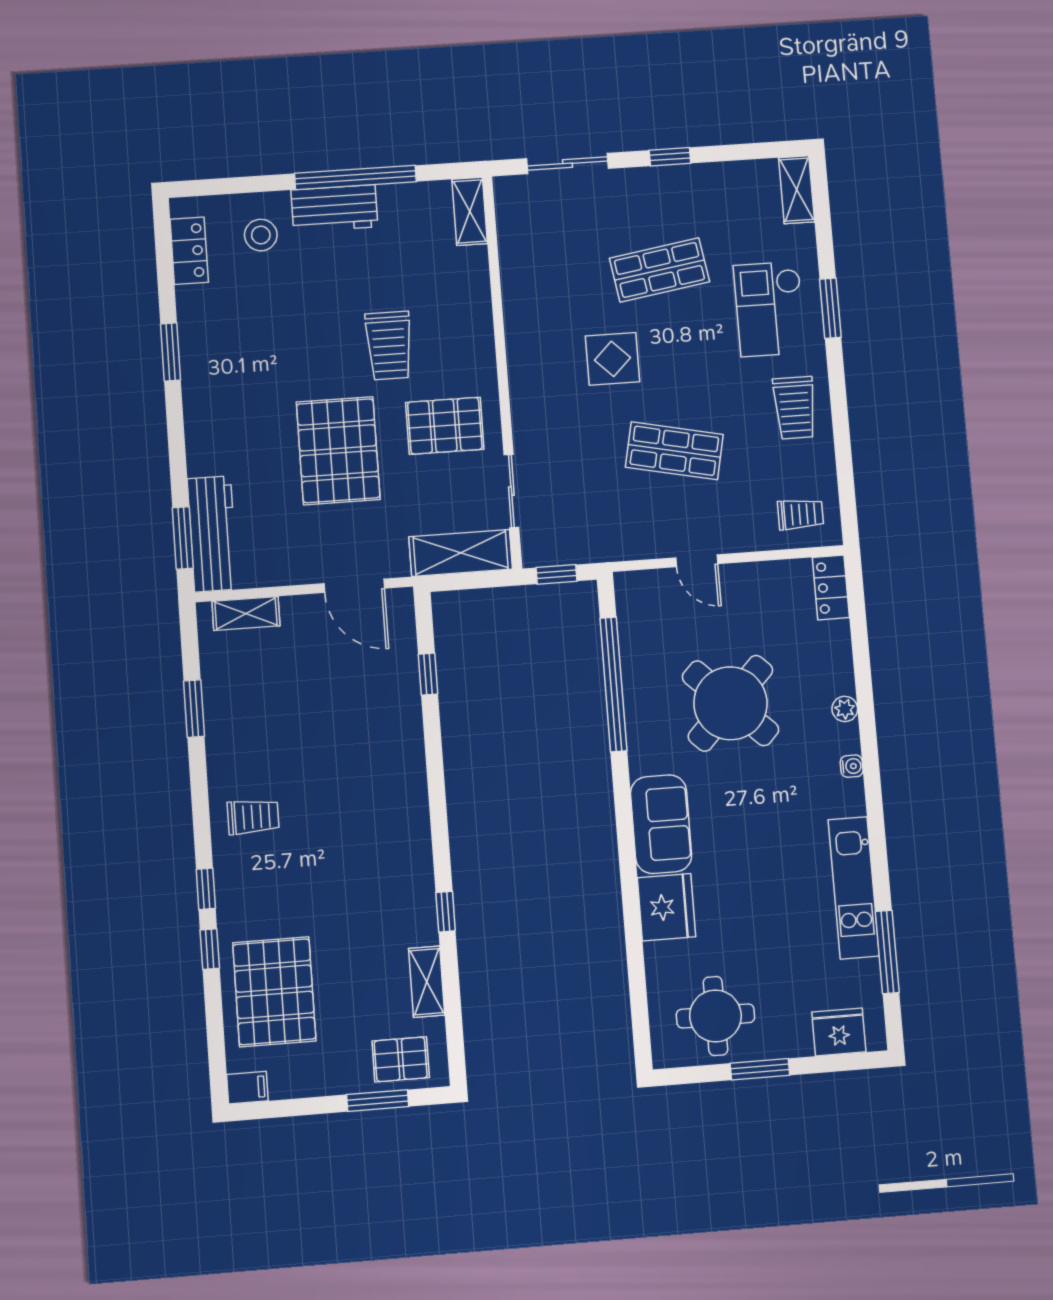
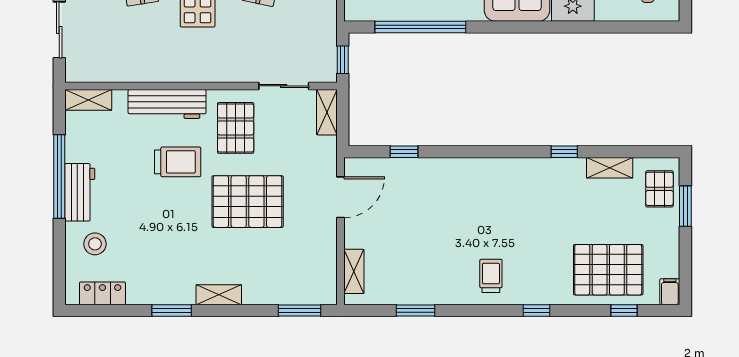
shelving: (198, 419) -> (219, 295), added
workbench: (213, 534) -> (167, 104), moved, turned 180
shelving: (461, 553) -> (327, 112), width x0.67, depth x0.75
window: (210, 949) -> (624, 311), moved

